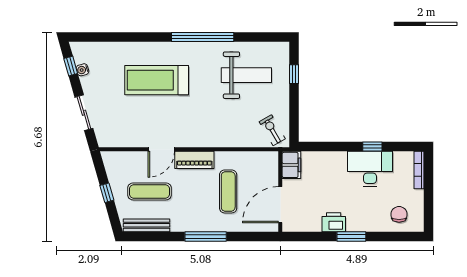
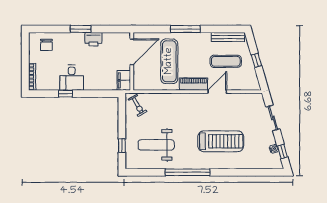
desk: (370, 169) -> (72, 78), width x0.73
exercise mat: (228, 191) -> (169, 61), width x1.36, depth x1.45

